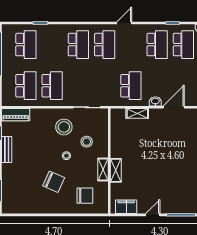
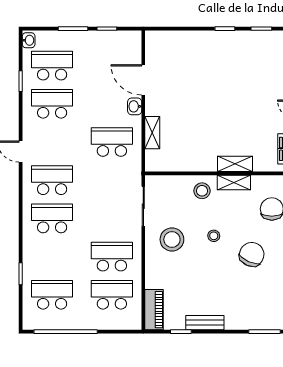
stool: (87, 142) -> (202, 191), moved

